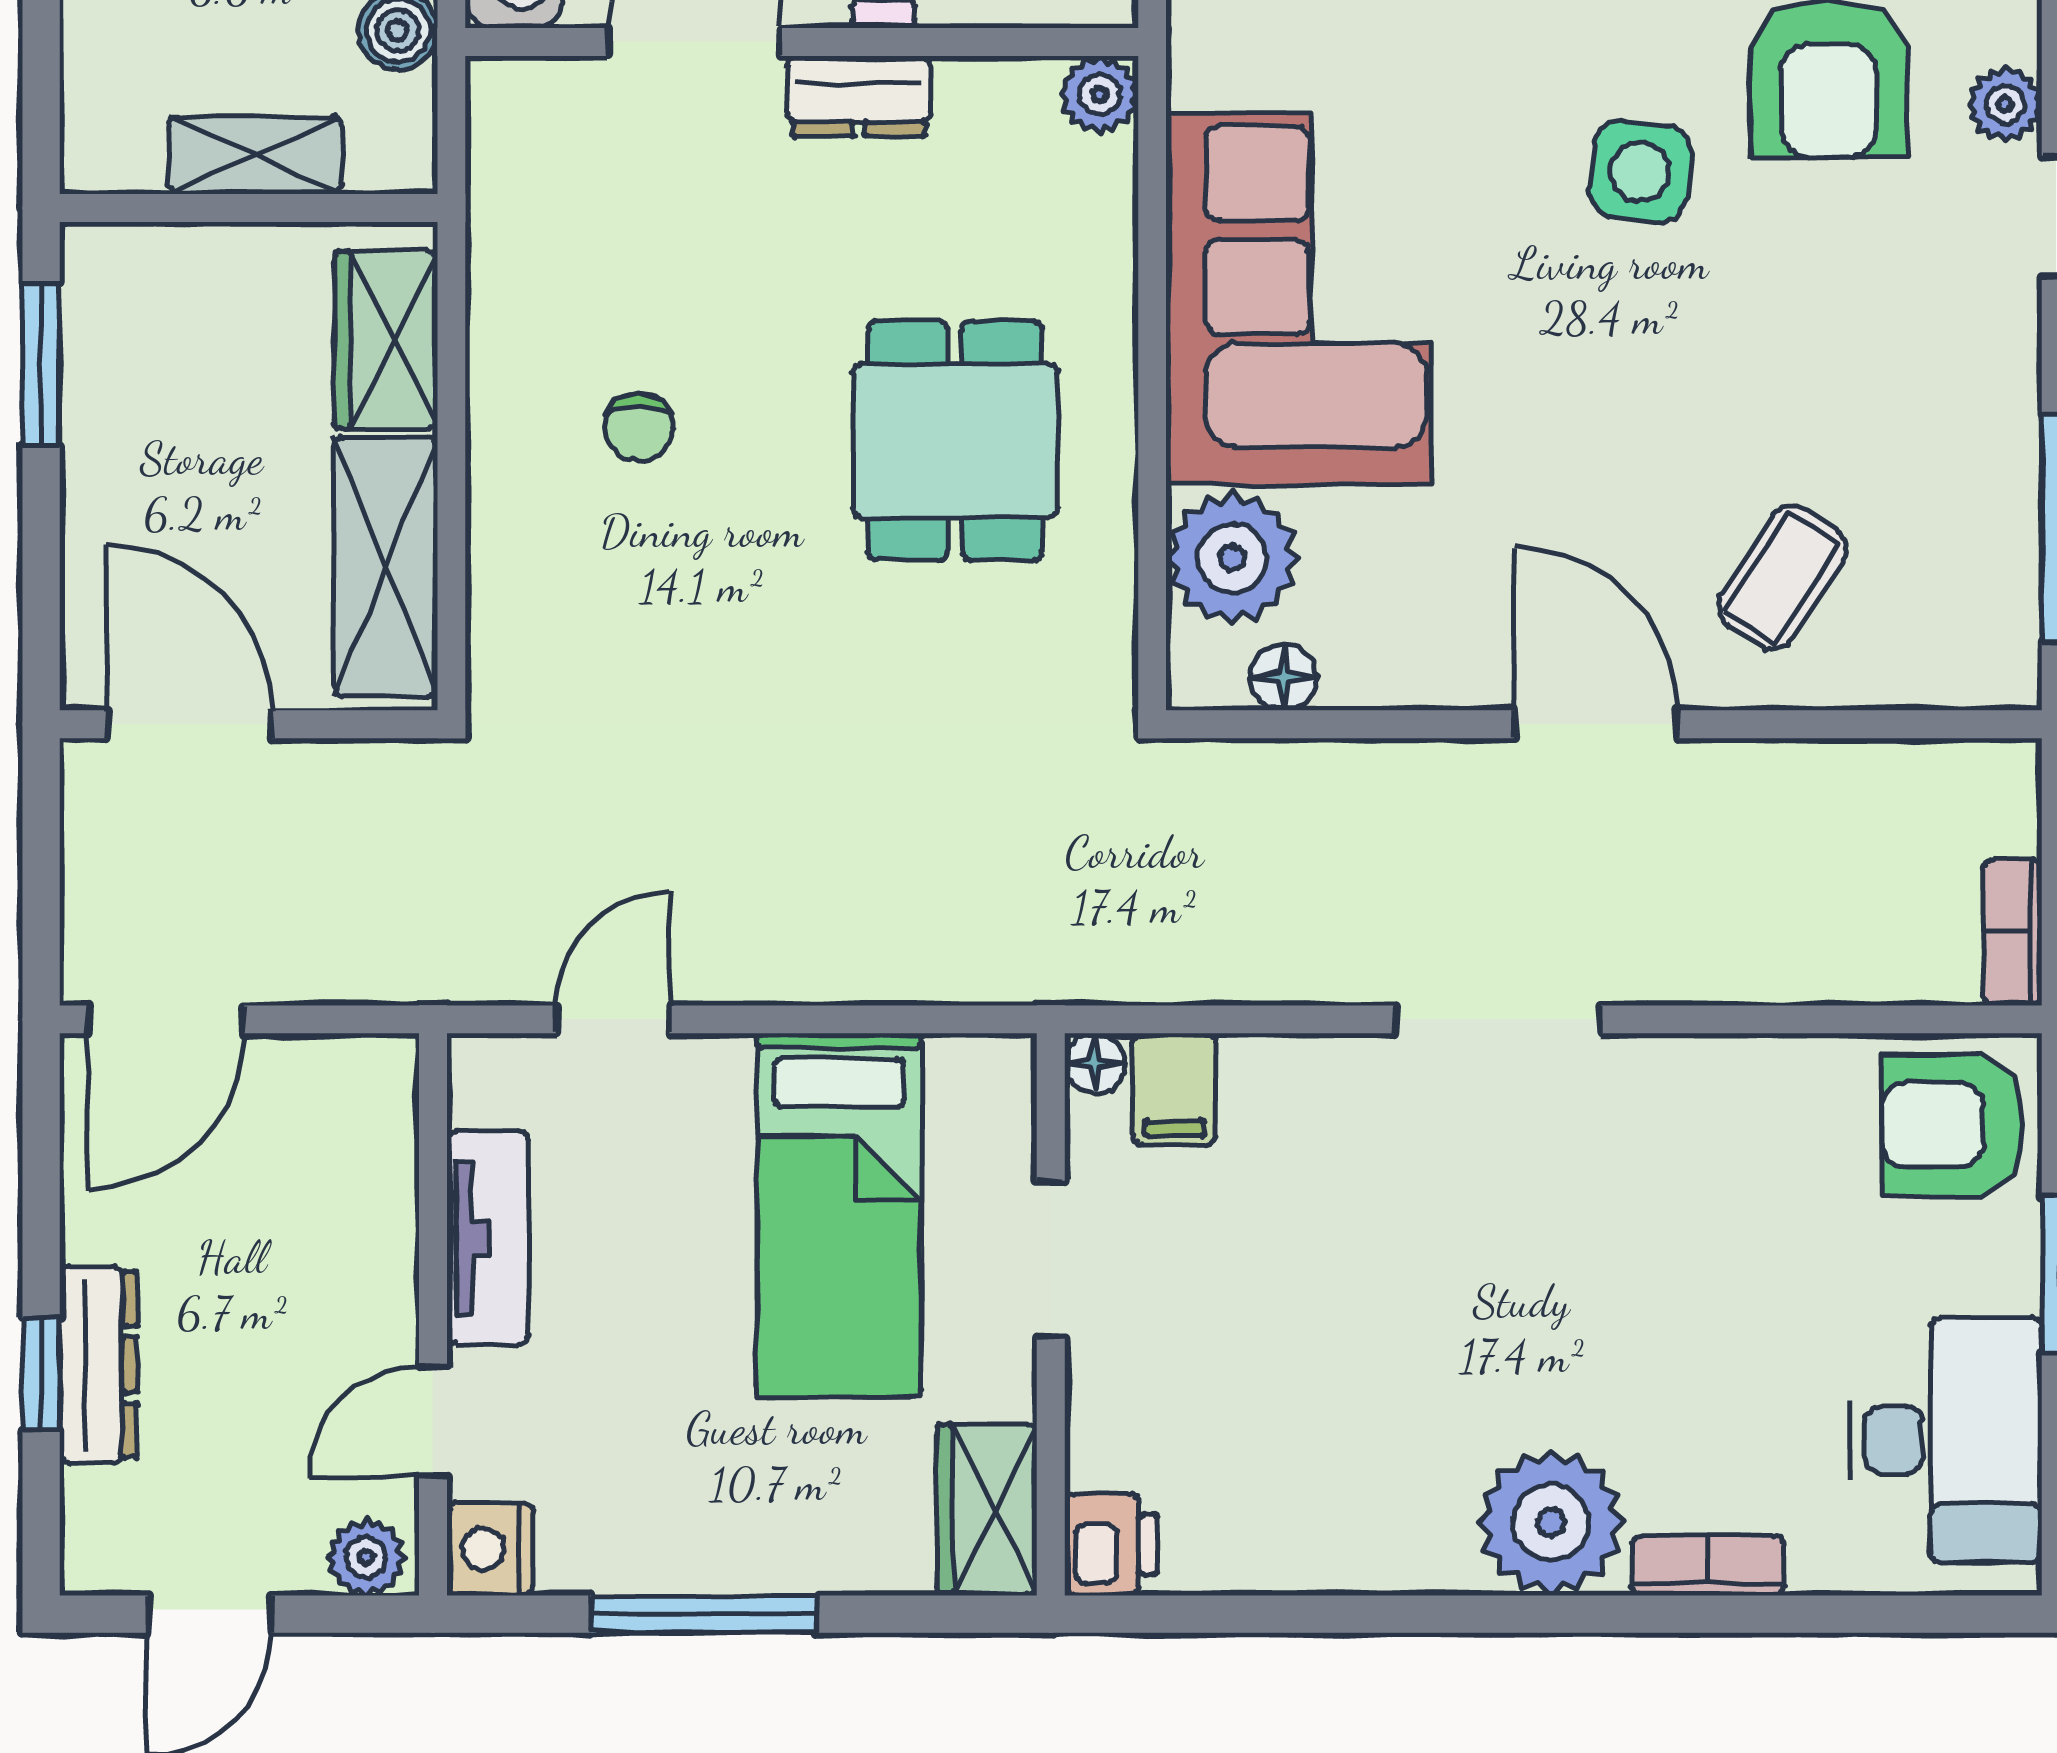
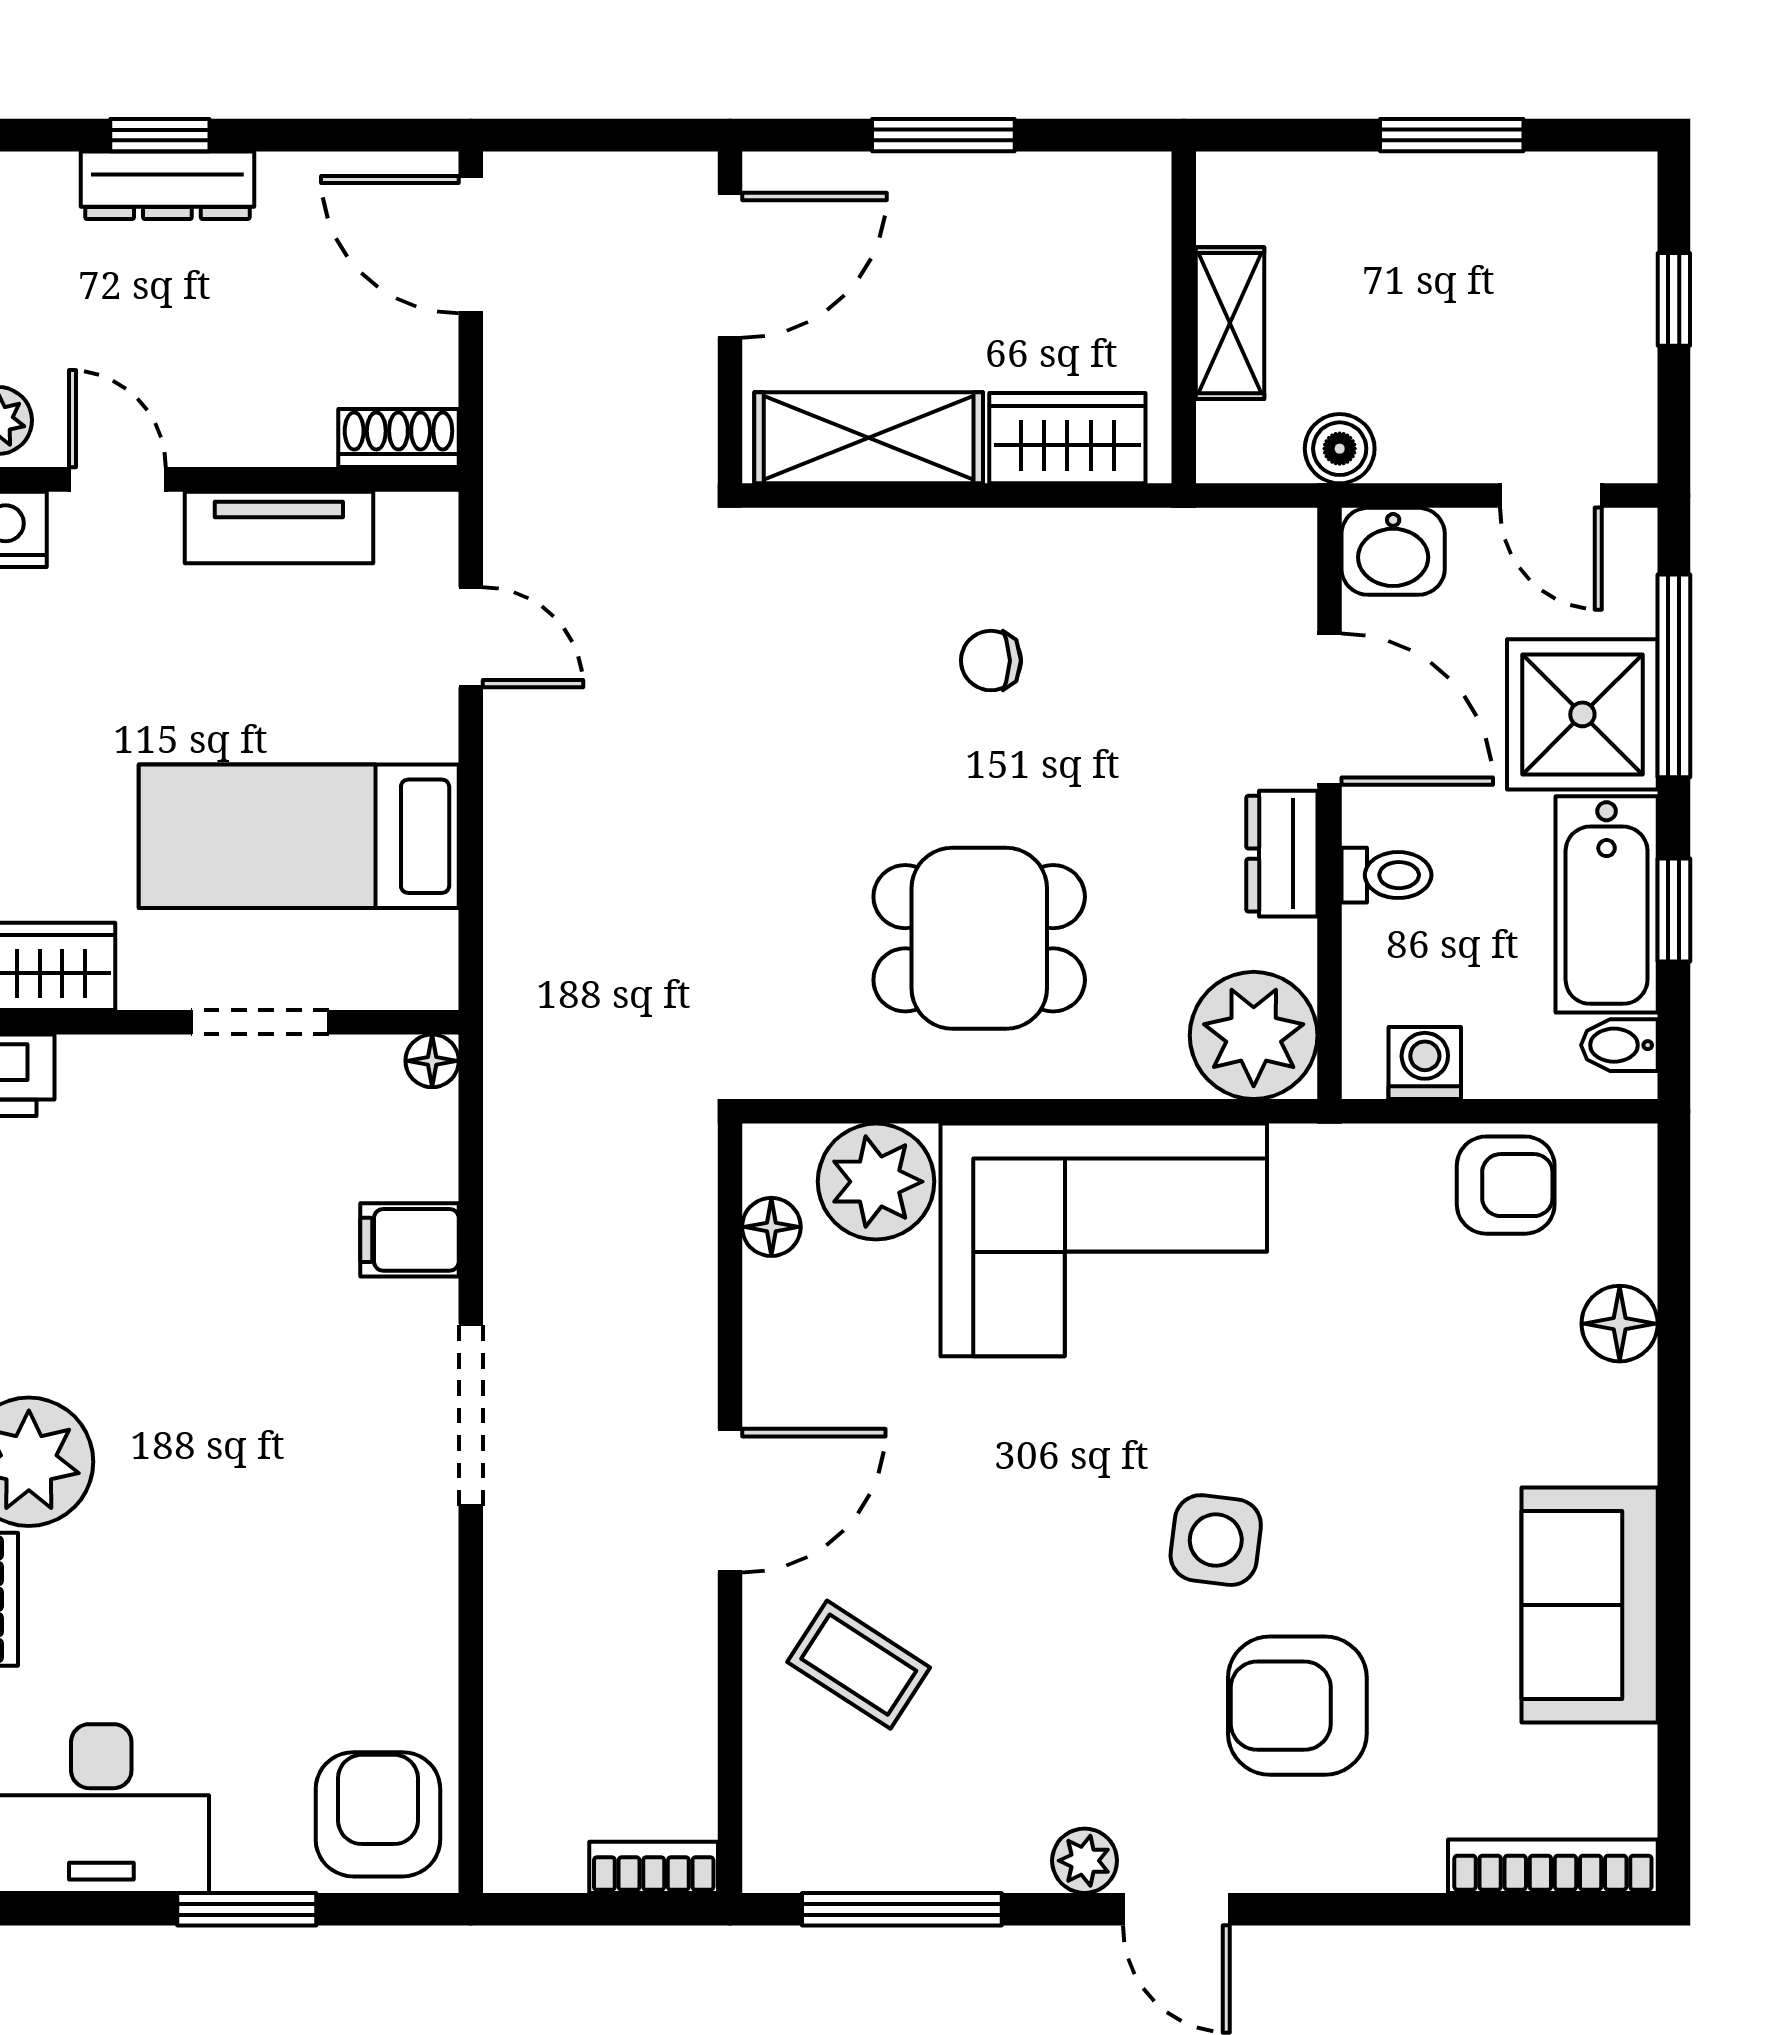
plant: (1100, 94) -> (1254, 1035), width x1.87, depth x1.87
plant: (2005, 104) -> (1085, 1861), moved
window: (41, 364) -> (943, 135), moved
bookcase: (2013, 932) -> (654, 1867), moved
filing cabinet: (1174, 1089) -> (409, 1240), moved
shoe rack: (386, 1102) -> (398, 438), added

